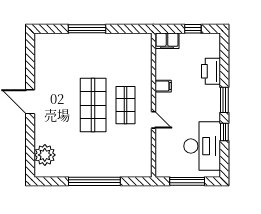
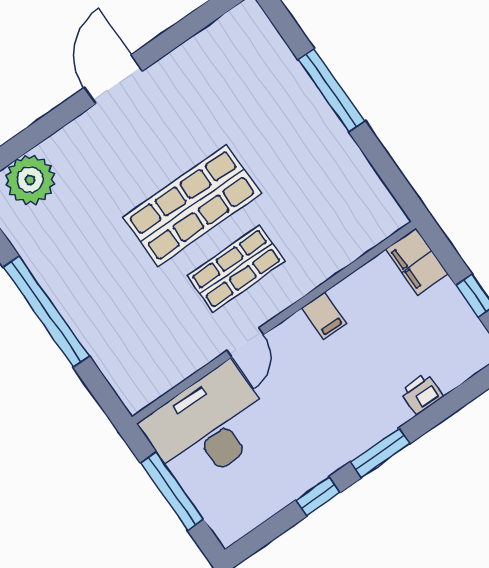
printer: (211, 71) -> (421, 394), width x0.53, depth x0.68
desk: (202, 146) -> (208, 426), moved, turned 180

